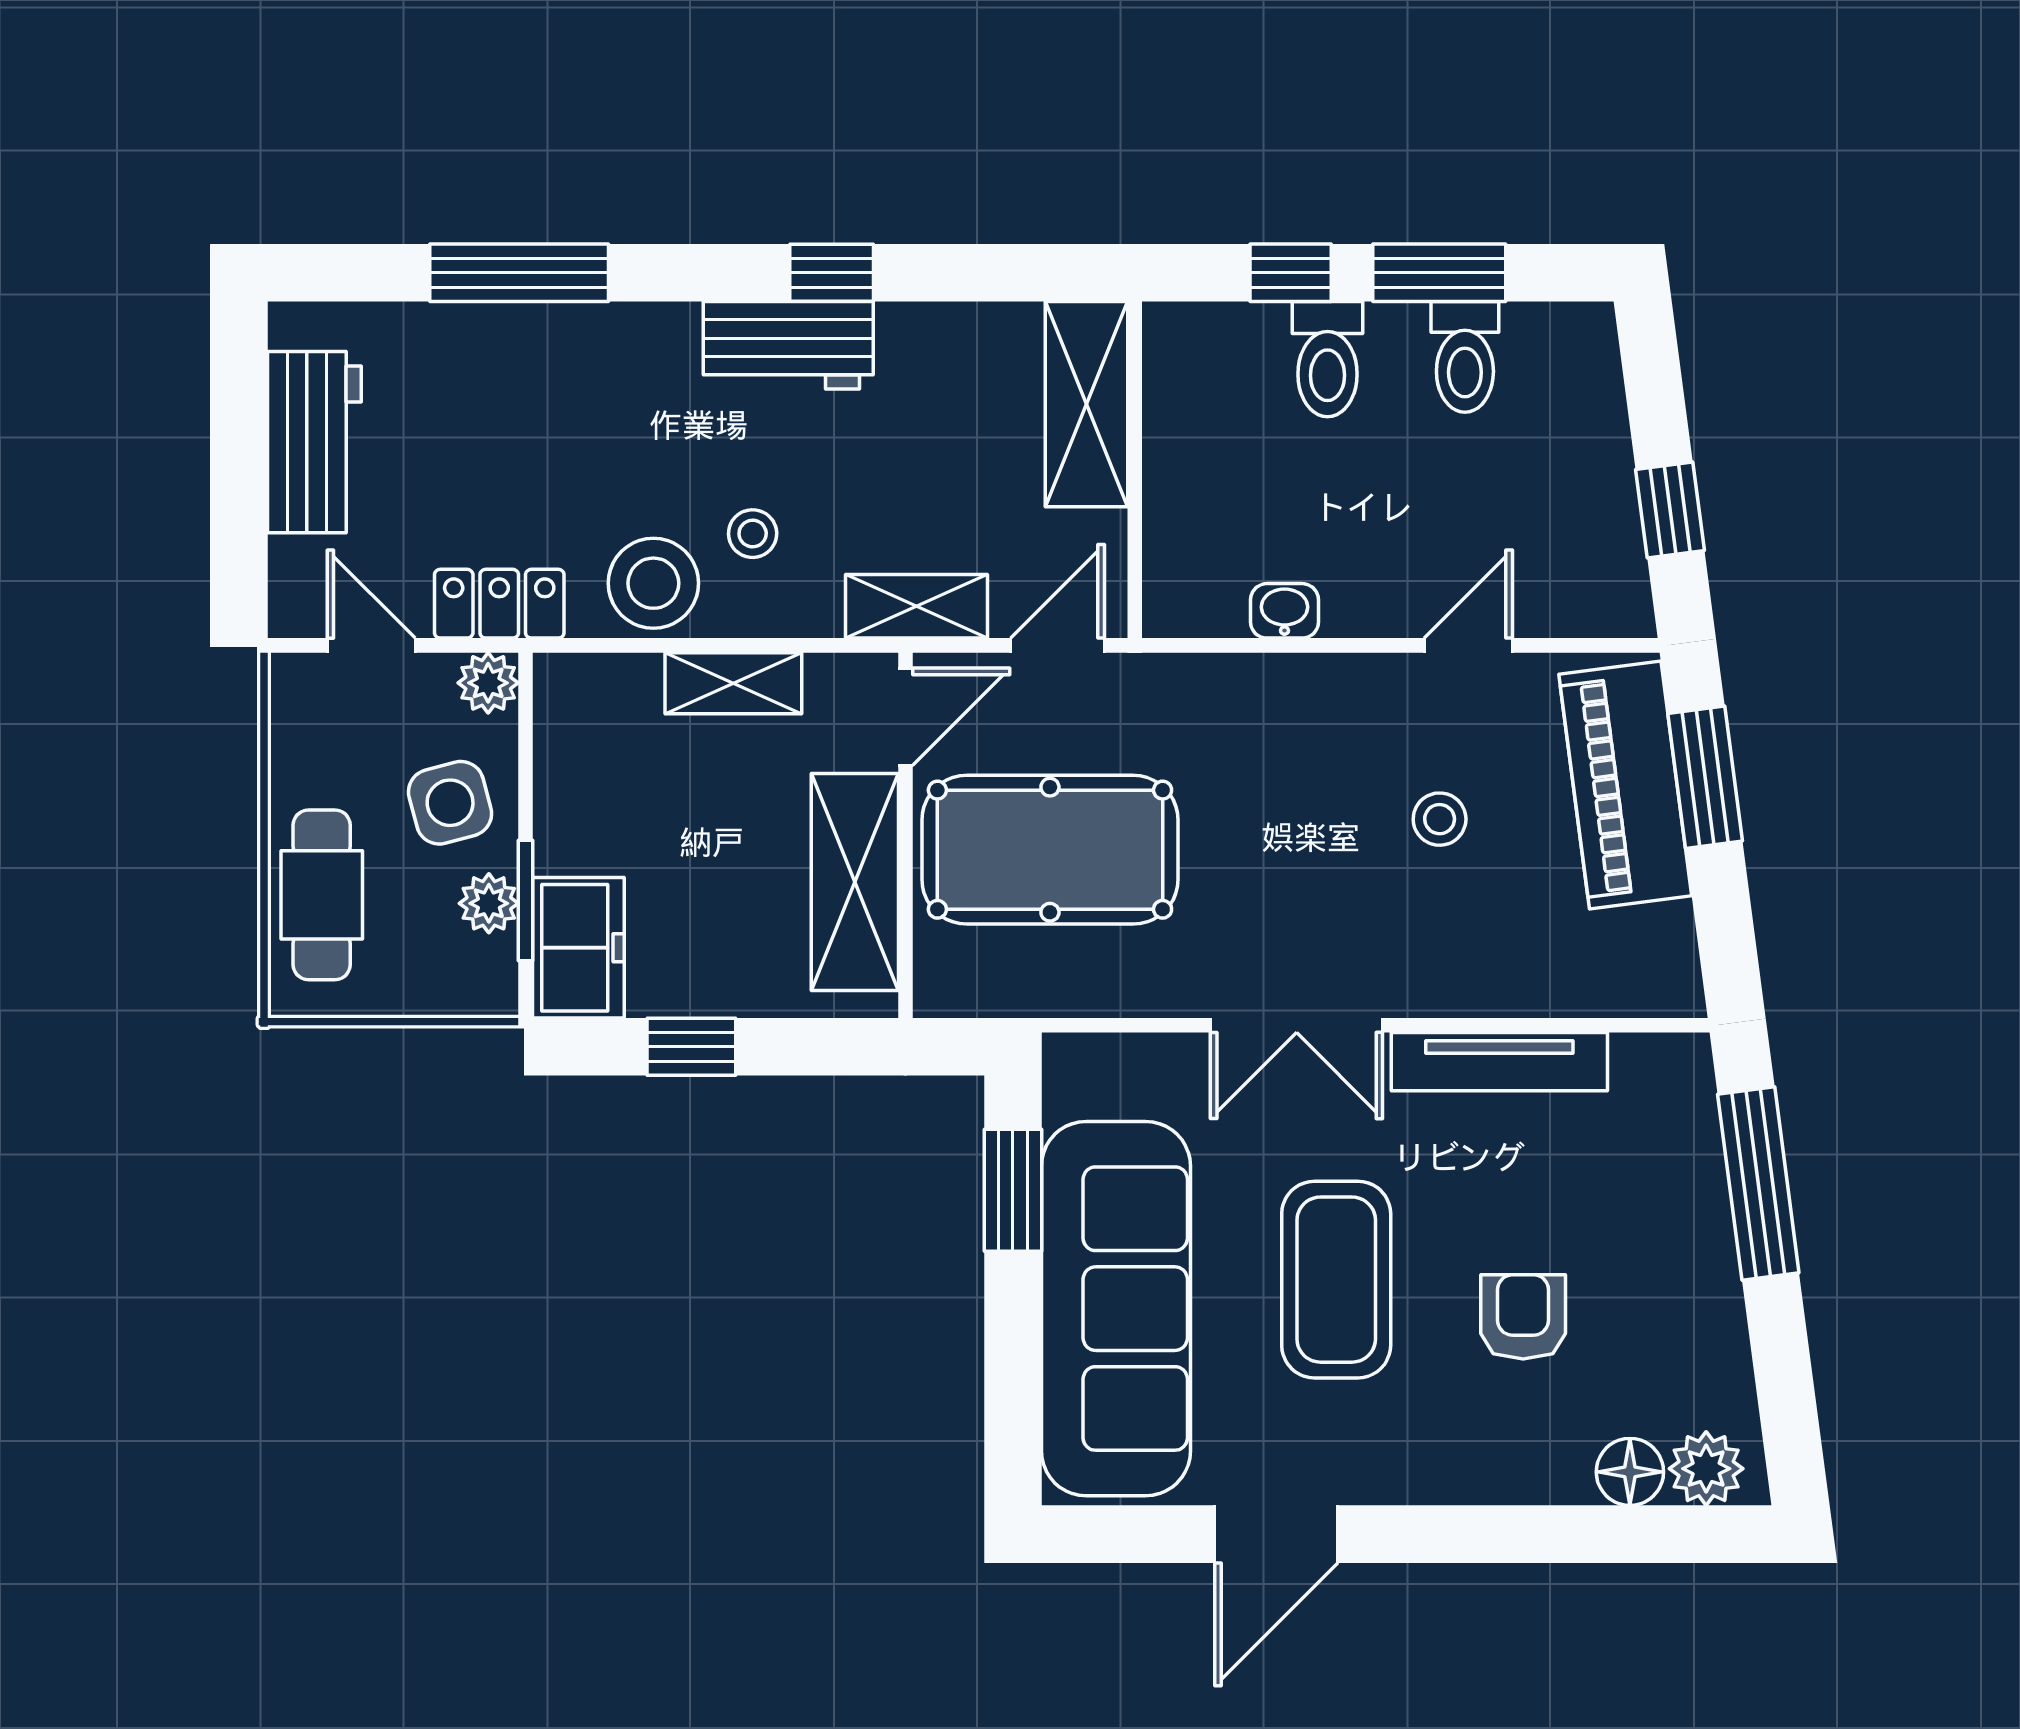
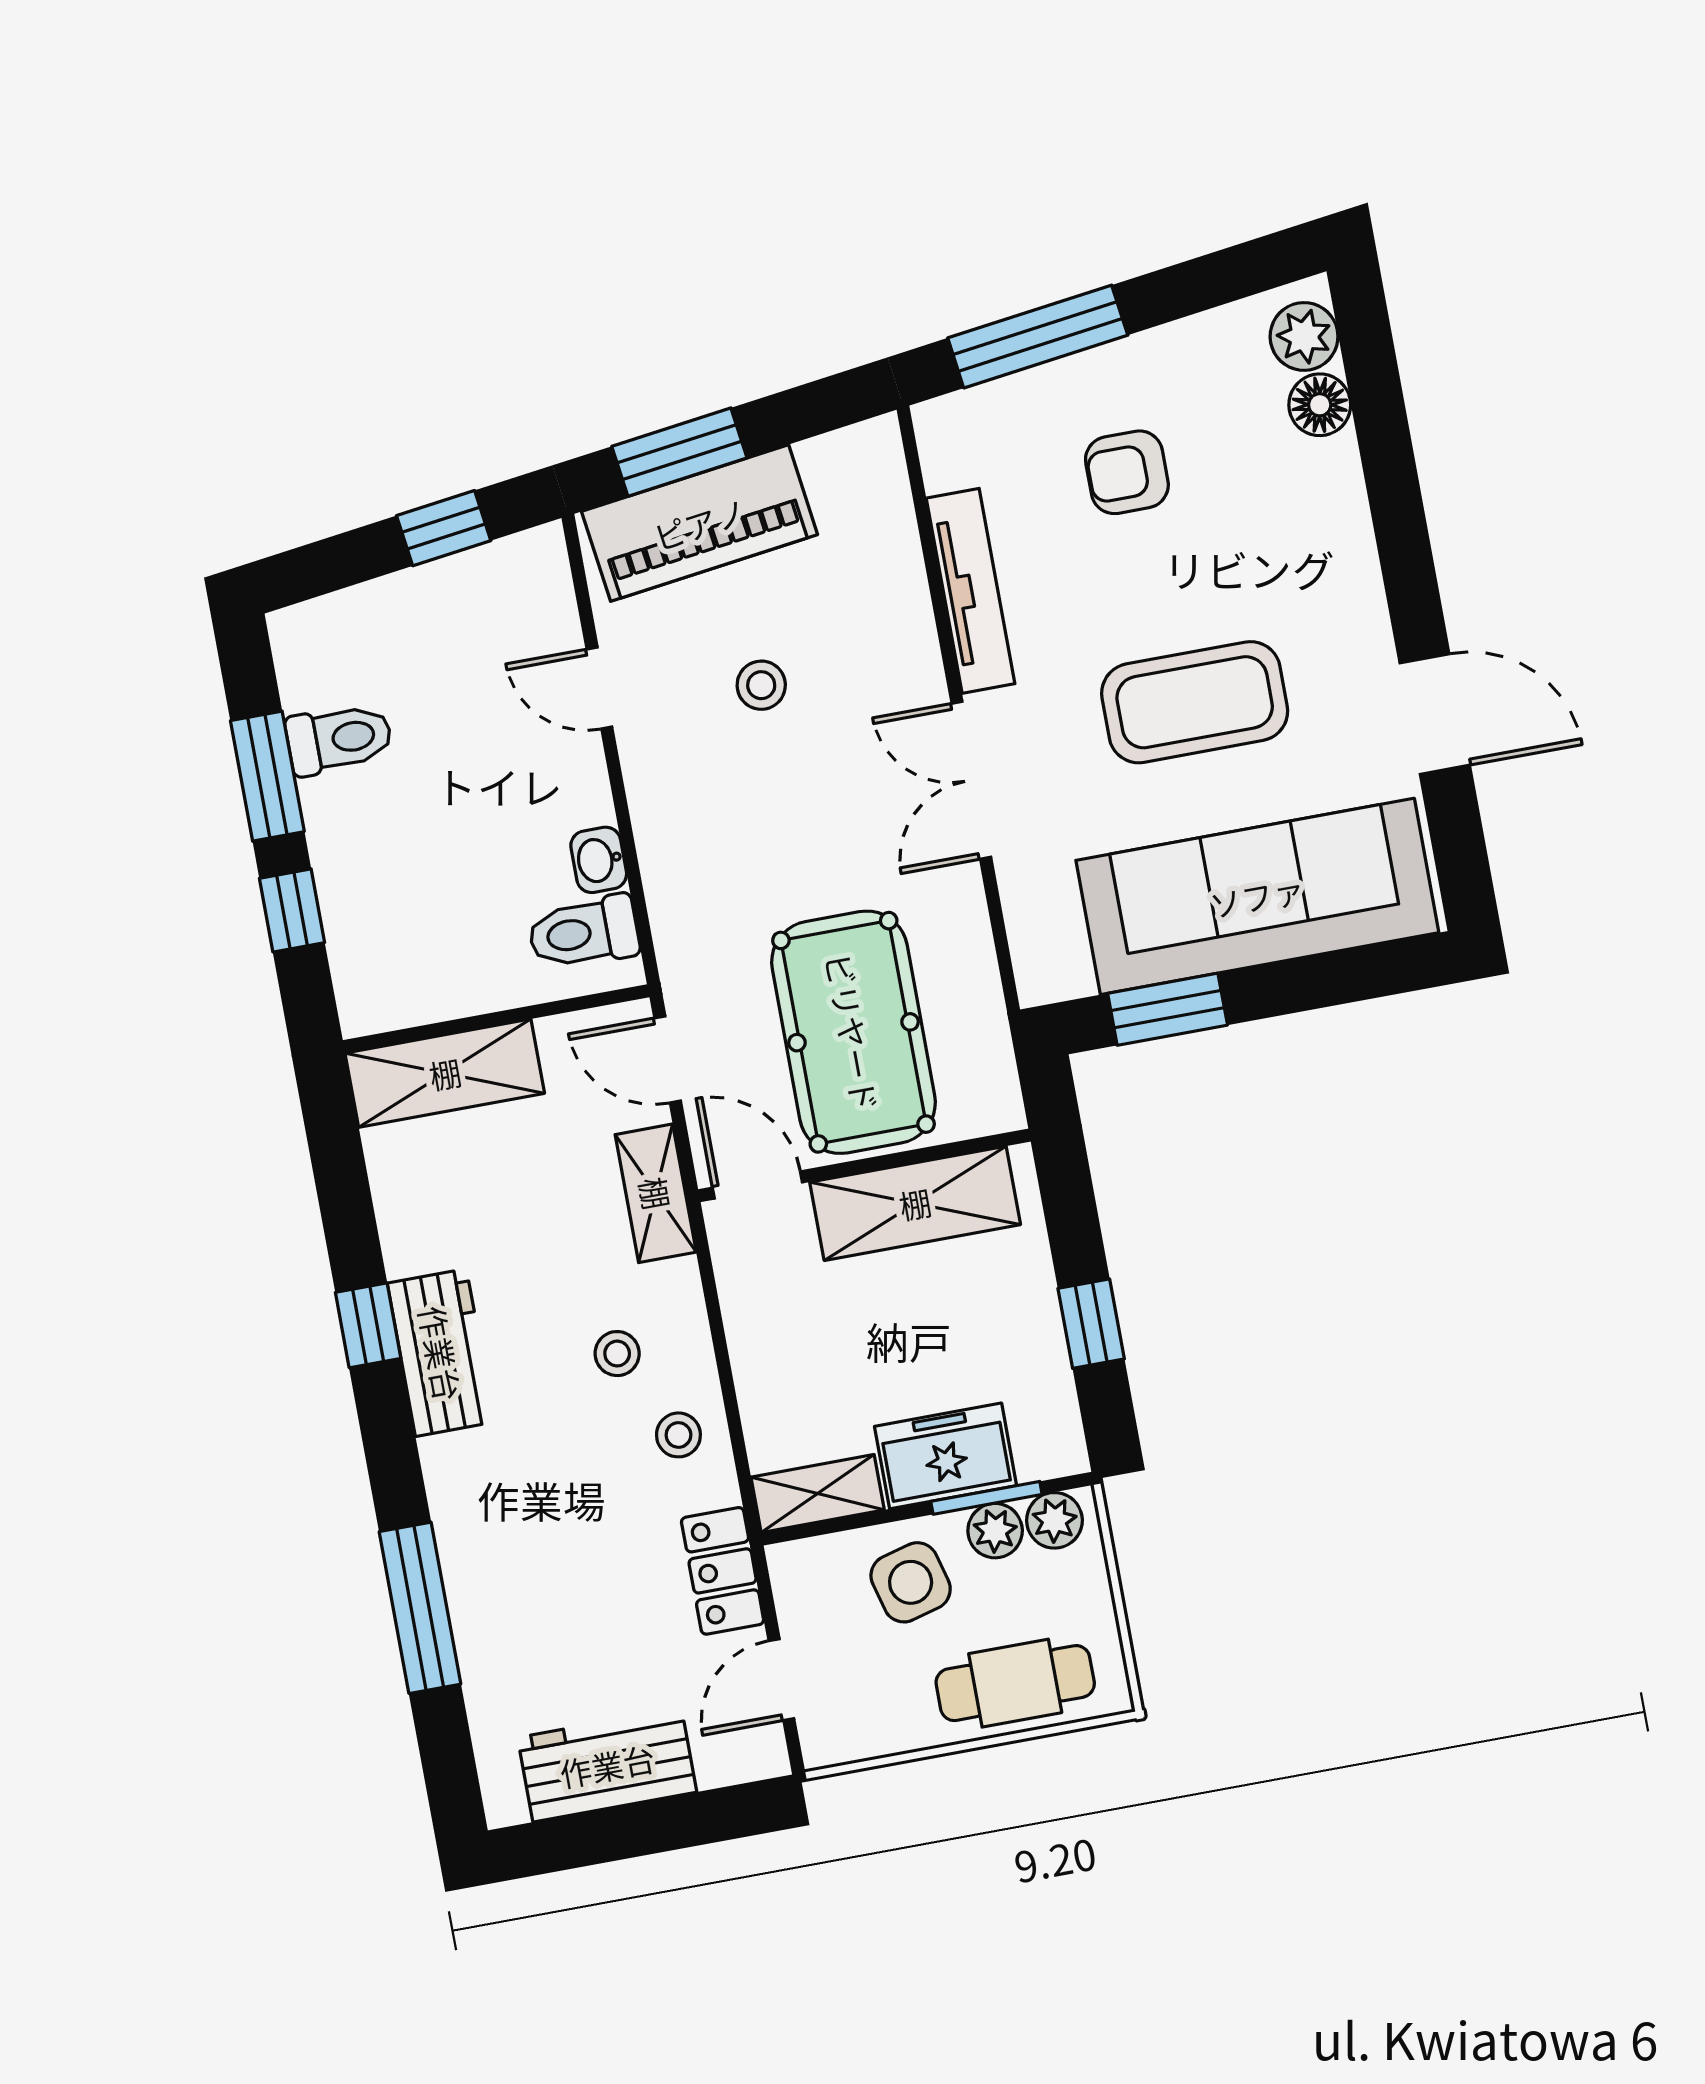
toilet: (1327, 359) -> (584, 932), moved, turned 180
stool: (653, 583) -> (678, 1435), width x0.53, depth x0.53
plant: (488, 683) -> (1054, 1520), moved
shelving: (733, 683) -> (818, 1493), moved, turned 90
freezer: (578, 948) -> (946, 1456), moved
double door: (1297, 1025) -> (971, 780), swing flipped
armchair: (1523, 1317) -> (1127, 472), moved

